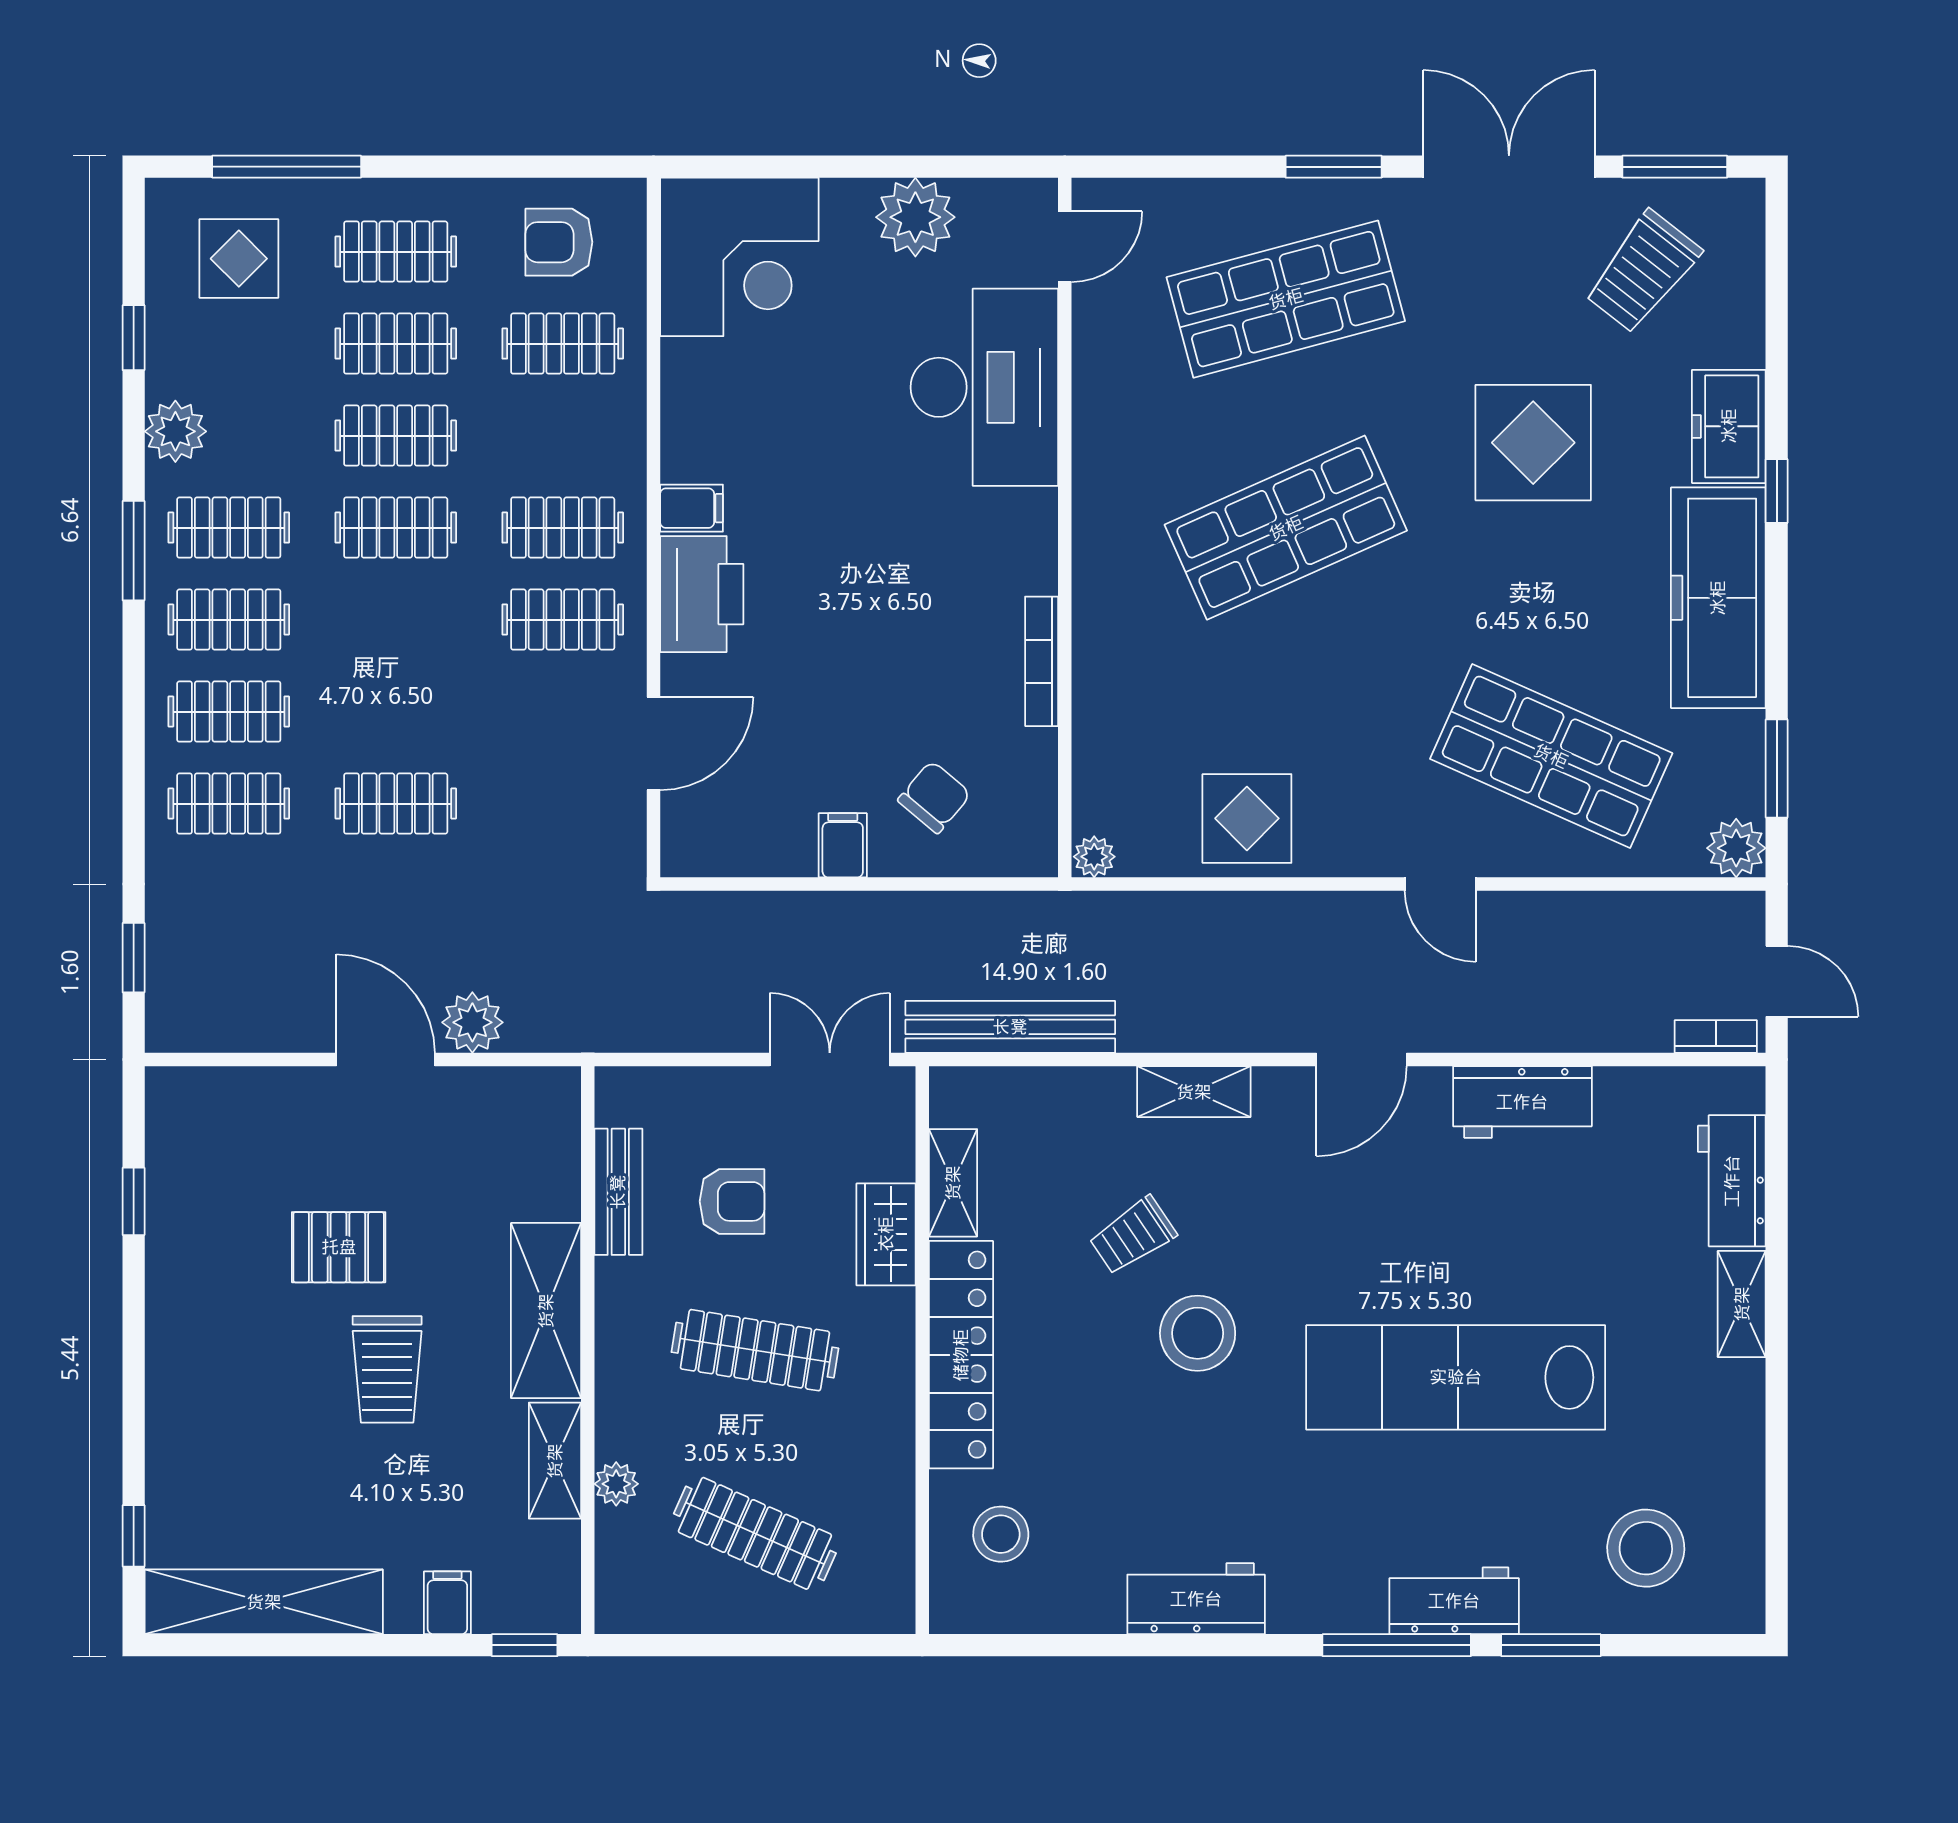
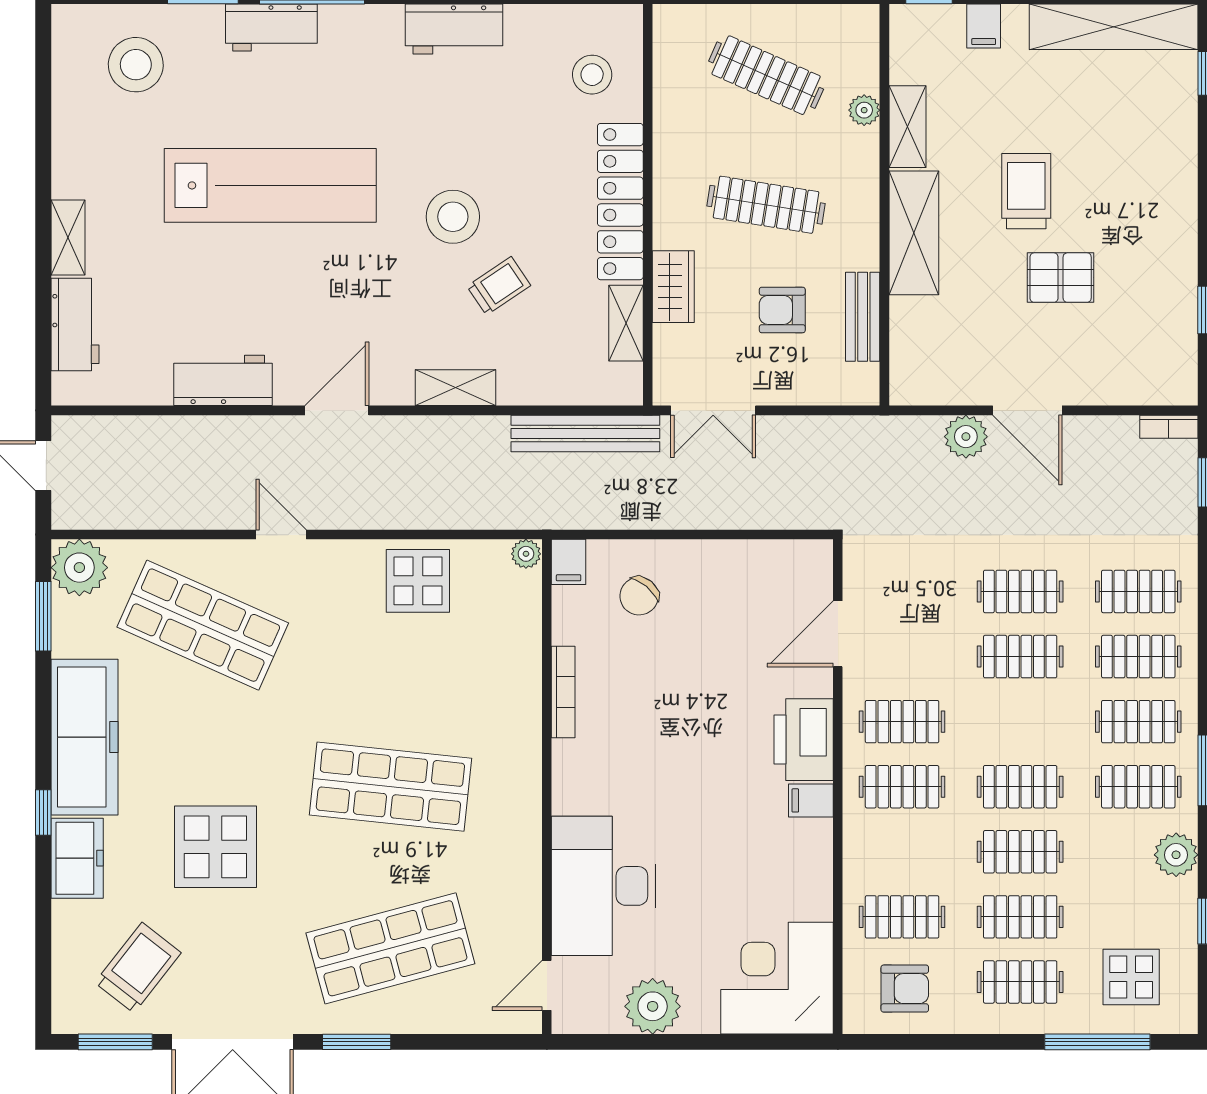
shop shelf: (1286, 528) -> (390, 787), turned 30
clothes rail: (396, 712) -> (1020, 657), added
filing cabinet: (843, 845) -> (569, 562), moved
plant: (1736, 848) -> (79, 568), width x1.36, depth x1.36
bookcase: (1716, 1036) -> (1169, 427), moved

